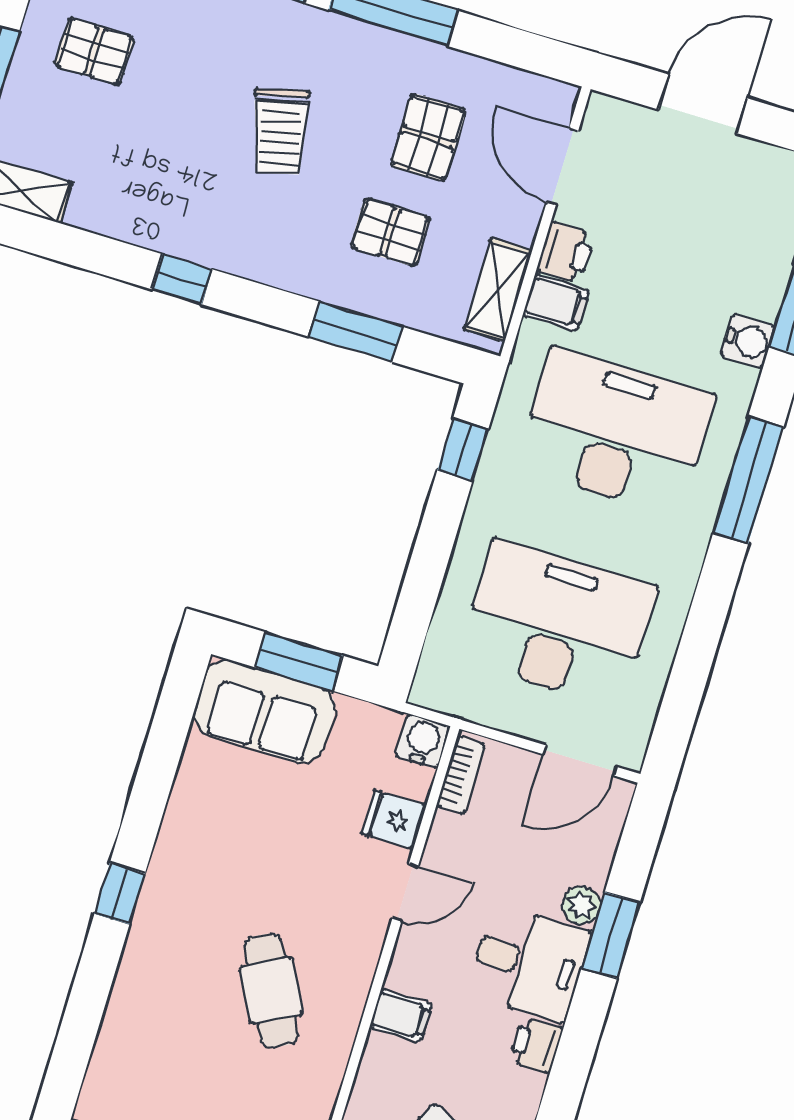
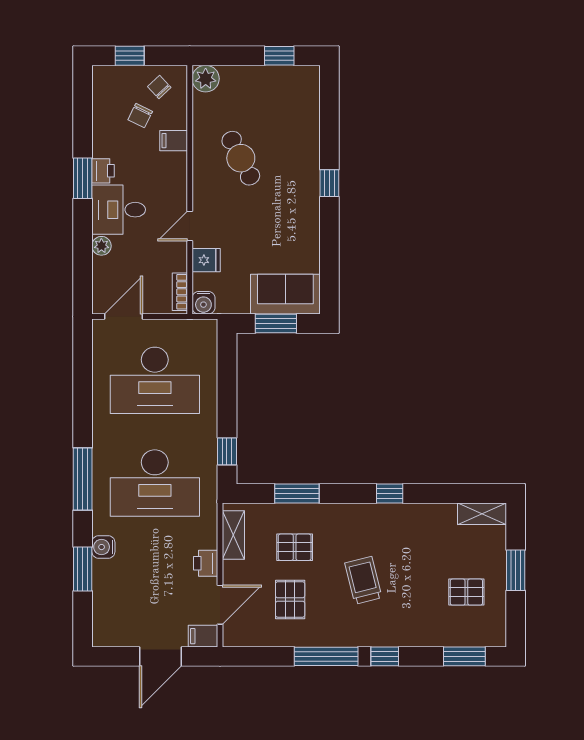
door: (562, 167) -> (220, 605), hinge flipped
filing cabinet: (556, 303) -> (203, 636), moved
window: (611, 935) -> (83, 178), moved
filing cabinet: (401, 1016) -> (174, 141), moved

